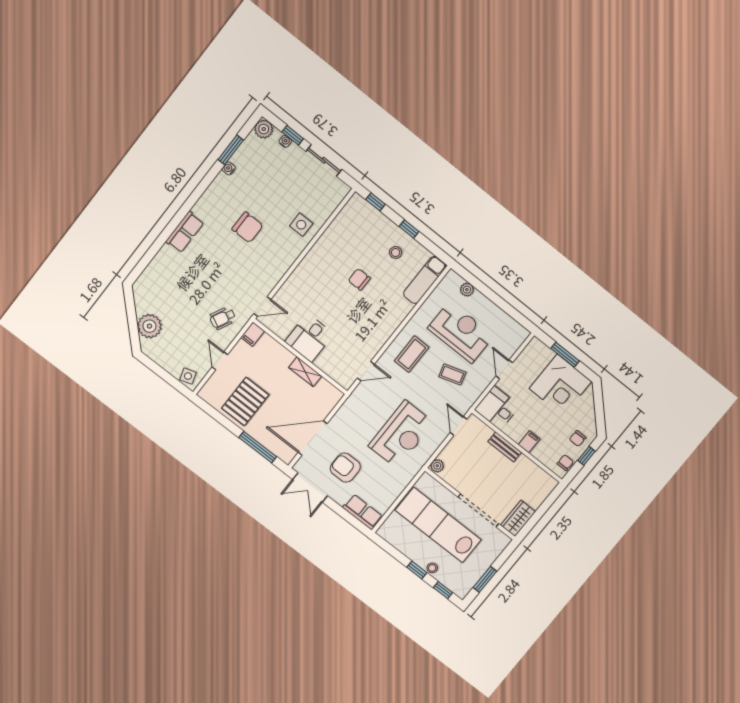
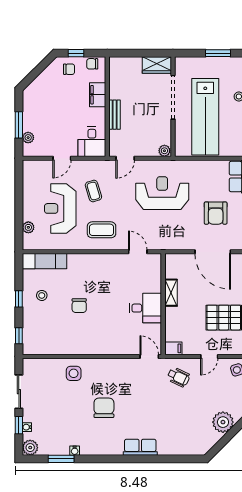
plant: (547, 354) -> (28, 138), added
corner desk: (560, 385) -> (42, 111), removed
filing cabinet: (529, 442) -> (98, 95), width x2.00

